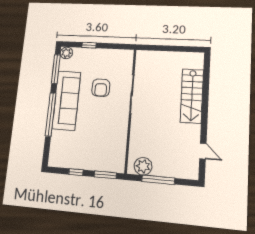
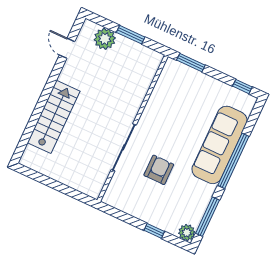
sofa: (66, 100) -> (220, 145), moved
plant: (143, 166) -> (105, 39), moved
window: (76, 172) -> (242, 87), moved
window: (158, 180) -> (131, 35), width x0.69

